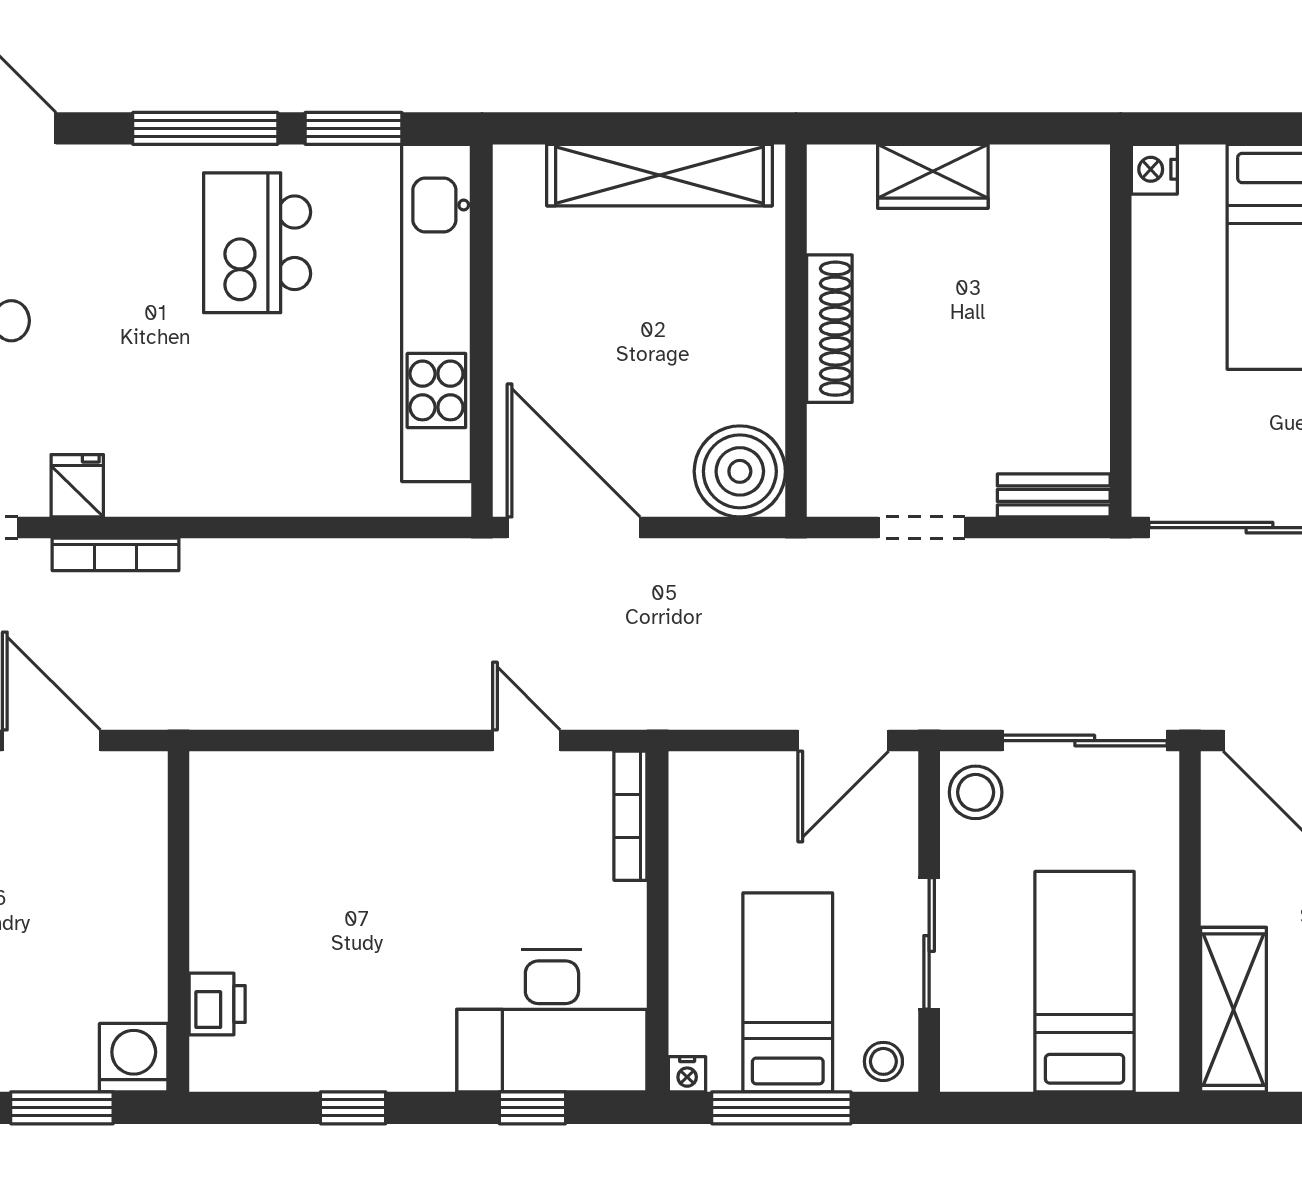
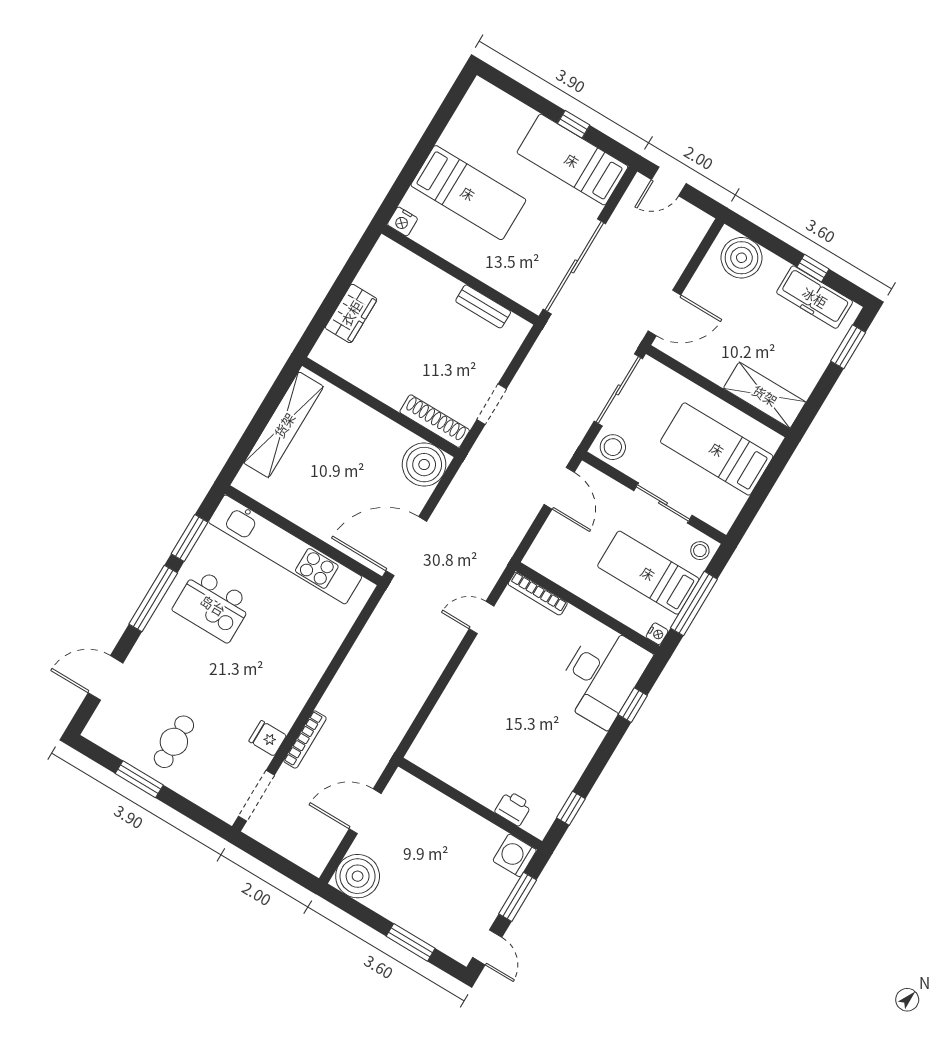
shoe rack: (829, 329) -> (435, 421), moved
bench: (1054, 495) -> (483, 306), moved, turned 90
window: (353, 1108) -> (571, 808), moved

